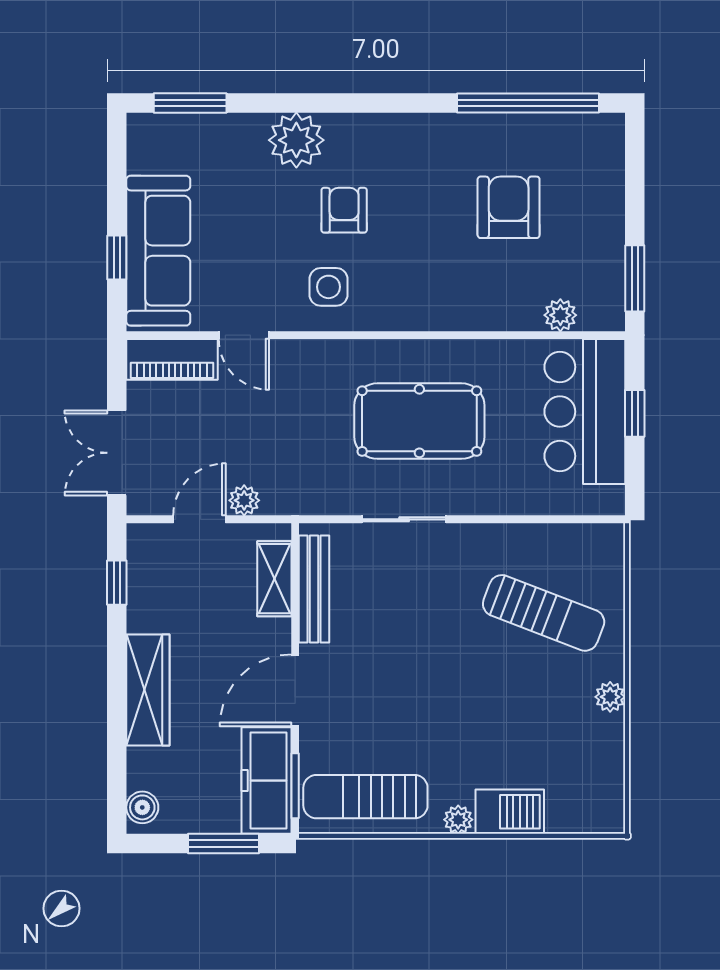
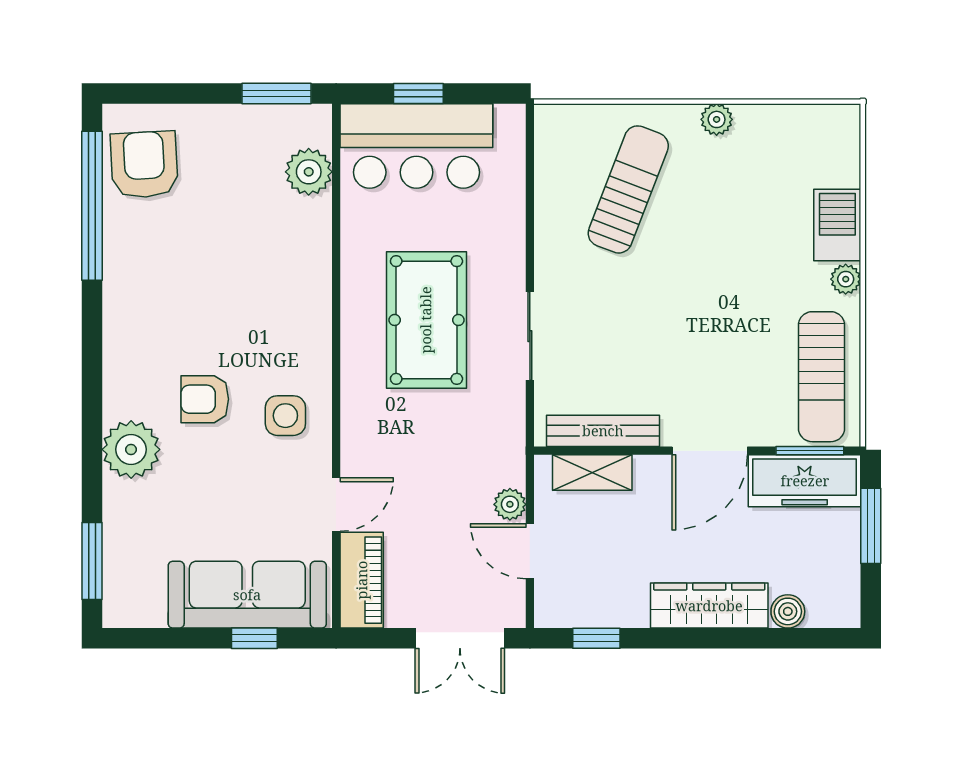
armchair: (509, 207) -> (144, 165), moved, turned 87
plant: (560, 315) -> (309, 172), width x1.38, depth x1.38
door: (295, 690) -> (710, 451), hinge flipped
boiler: (142, 807) -> (788, 611), moved

